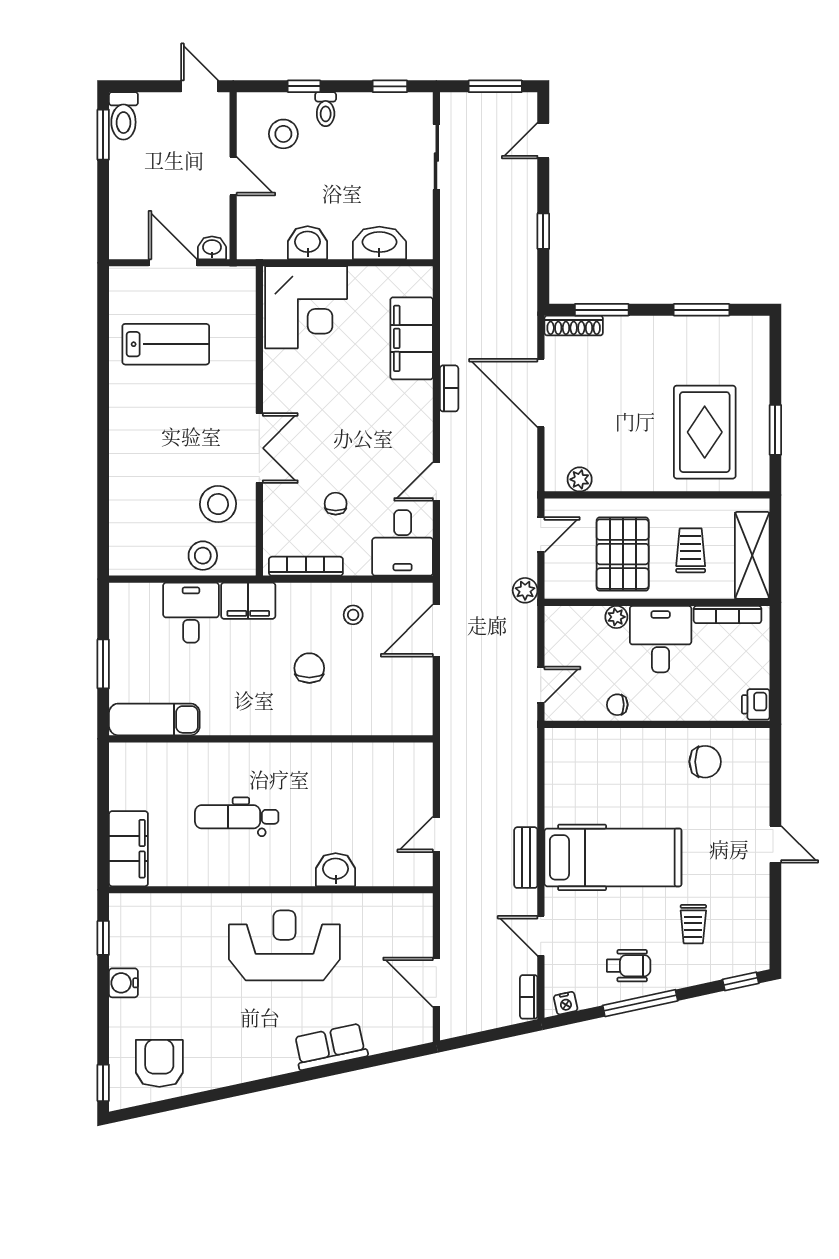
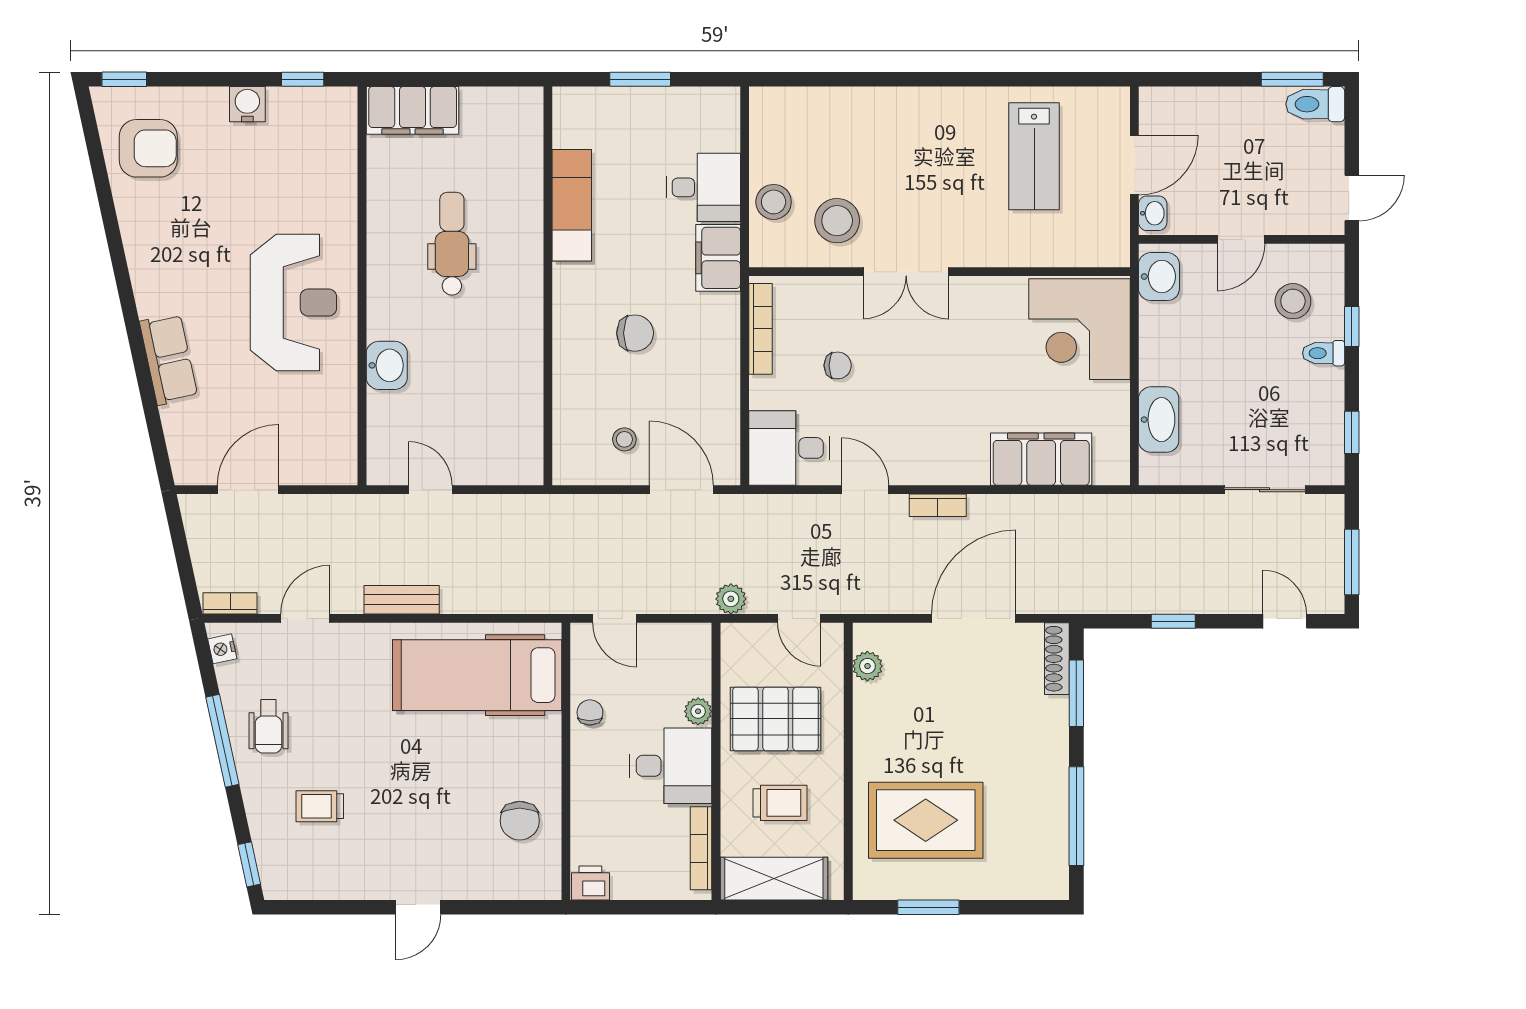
washbasin: (308, 243) -> (1159, 277), moved
window: (702, 310) -> (1076, 816), width x1.44
bookcase: (449, 388) -> (938, 505), moved
stool: (353, 615) -> (624, 439), moved
exam couch: (154, 719) -> (572, 205), moved
hospital bed: (613, 857) -> (477, 675), moved, turned 90

